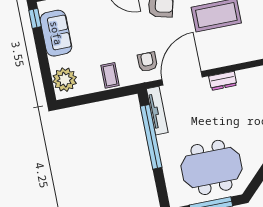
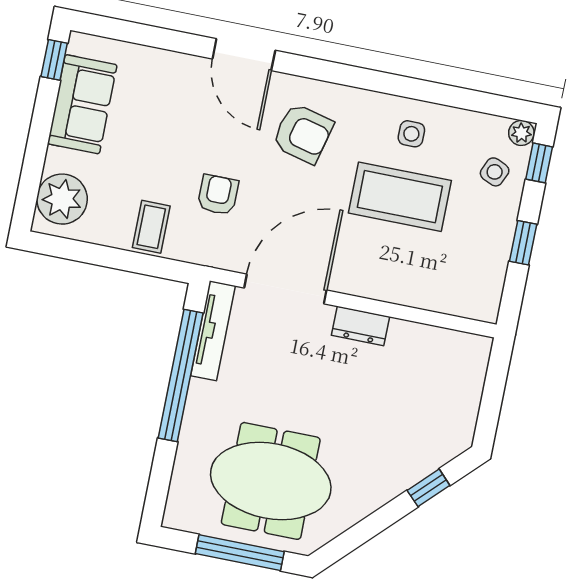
armchair: (147, 62) -> (218, 195), moved

